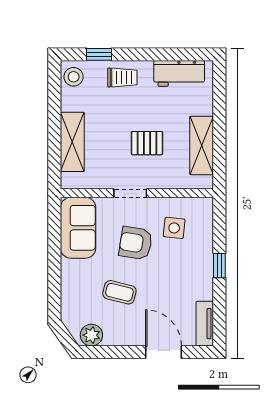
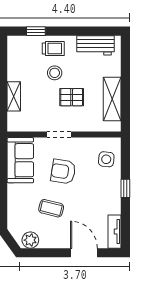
stool: (74, 77) -> (55, 73), moved
shelving: (72, 142) -> (14, 96), width x0.67, depth x0.75
side table: (174, 228) -> (106, 159), moved

